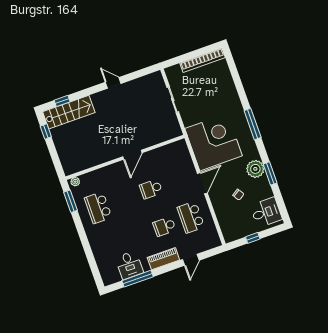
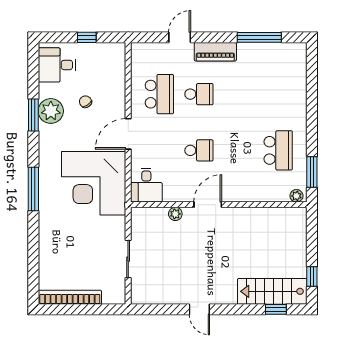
plant: (152, 141) -> (175, 214), added
plant: (255, 169) -> (51, 111), moved
desk: (129, 265) -> (146, 185), moved, turned 180

